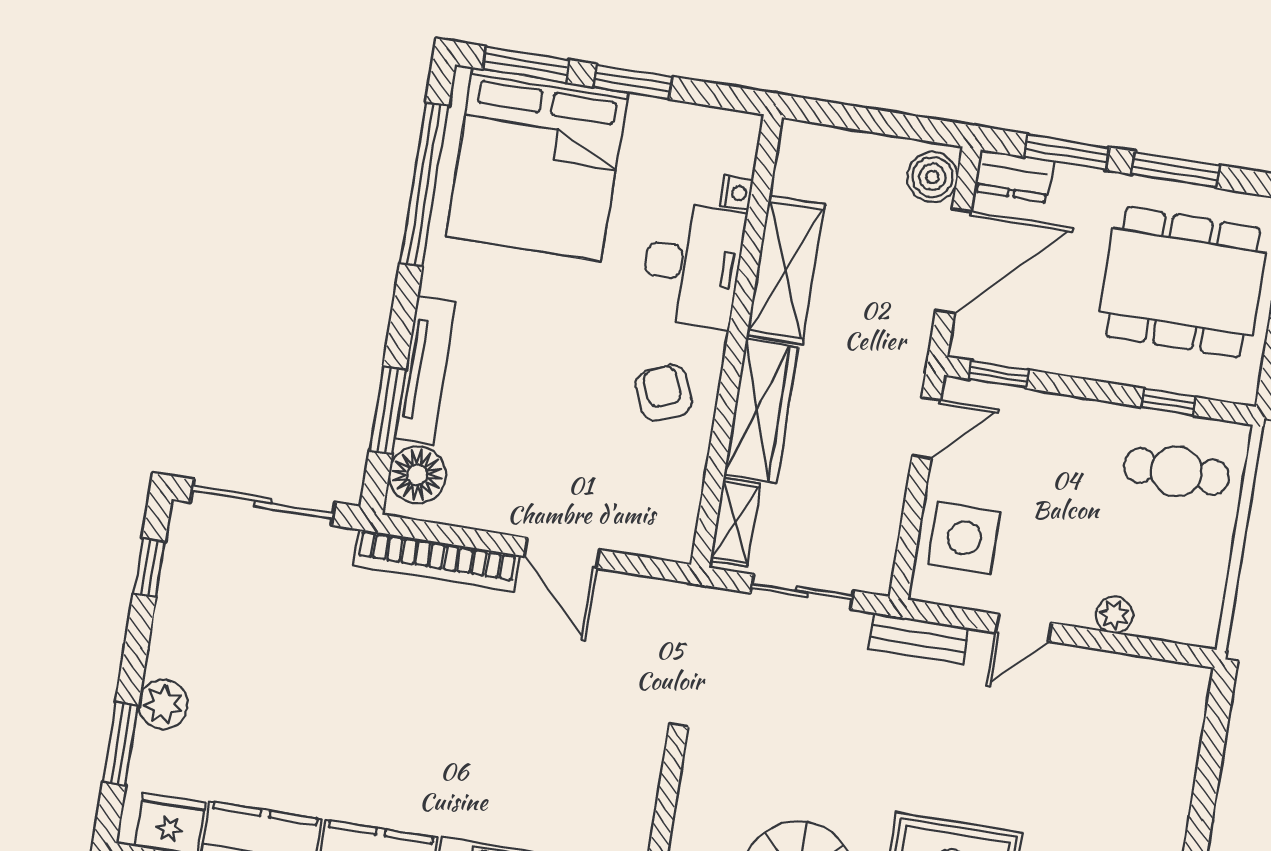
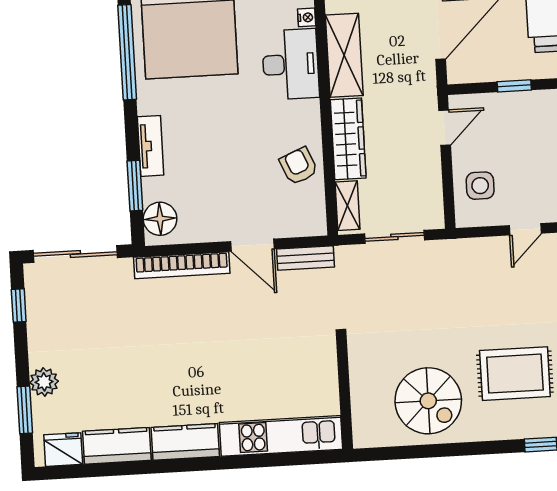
tv unit: (425, 370) -> (151, 146), width x0.71
window: (999, 374) -> (514, 86), moved
armchair: (664, 393) -> (299, 166), moved
side table: (964, 538) -> (480, 186), width x0.73, depth x0.73
bench: (918, 638) -> (306, 258), moved

